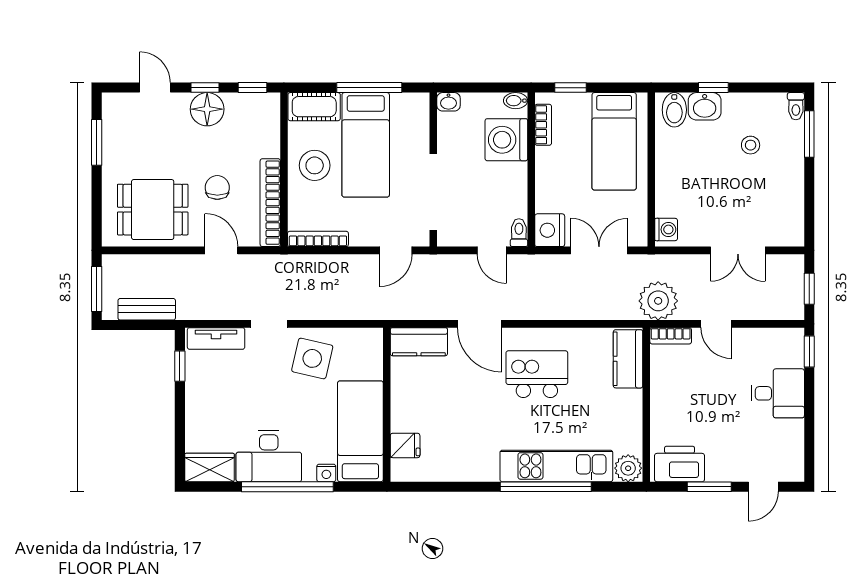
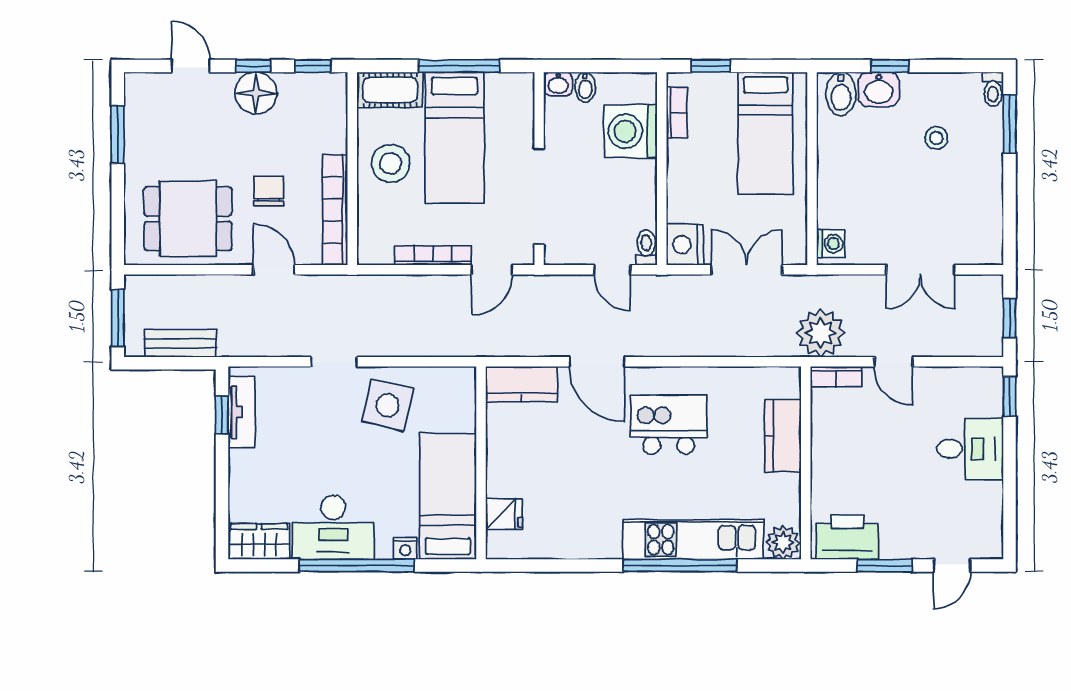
bidet: (516, 101) -> (585, 87), moved, turned -90
bookcase: (318, 239) -> (433, 255), moved
tv unit: (216, 338) -> (242, 412), moved, turned -90
kitchen counter: (628, 359) -> (783, 436), moved

